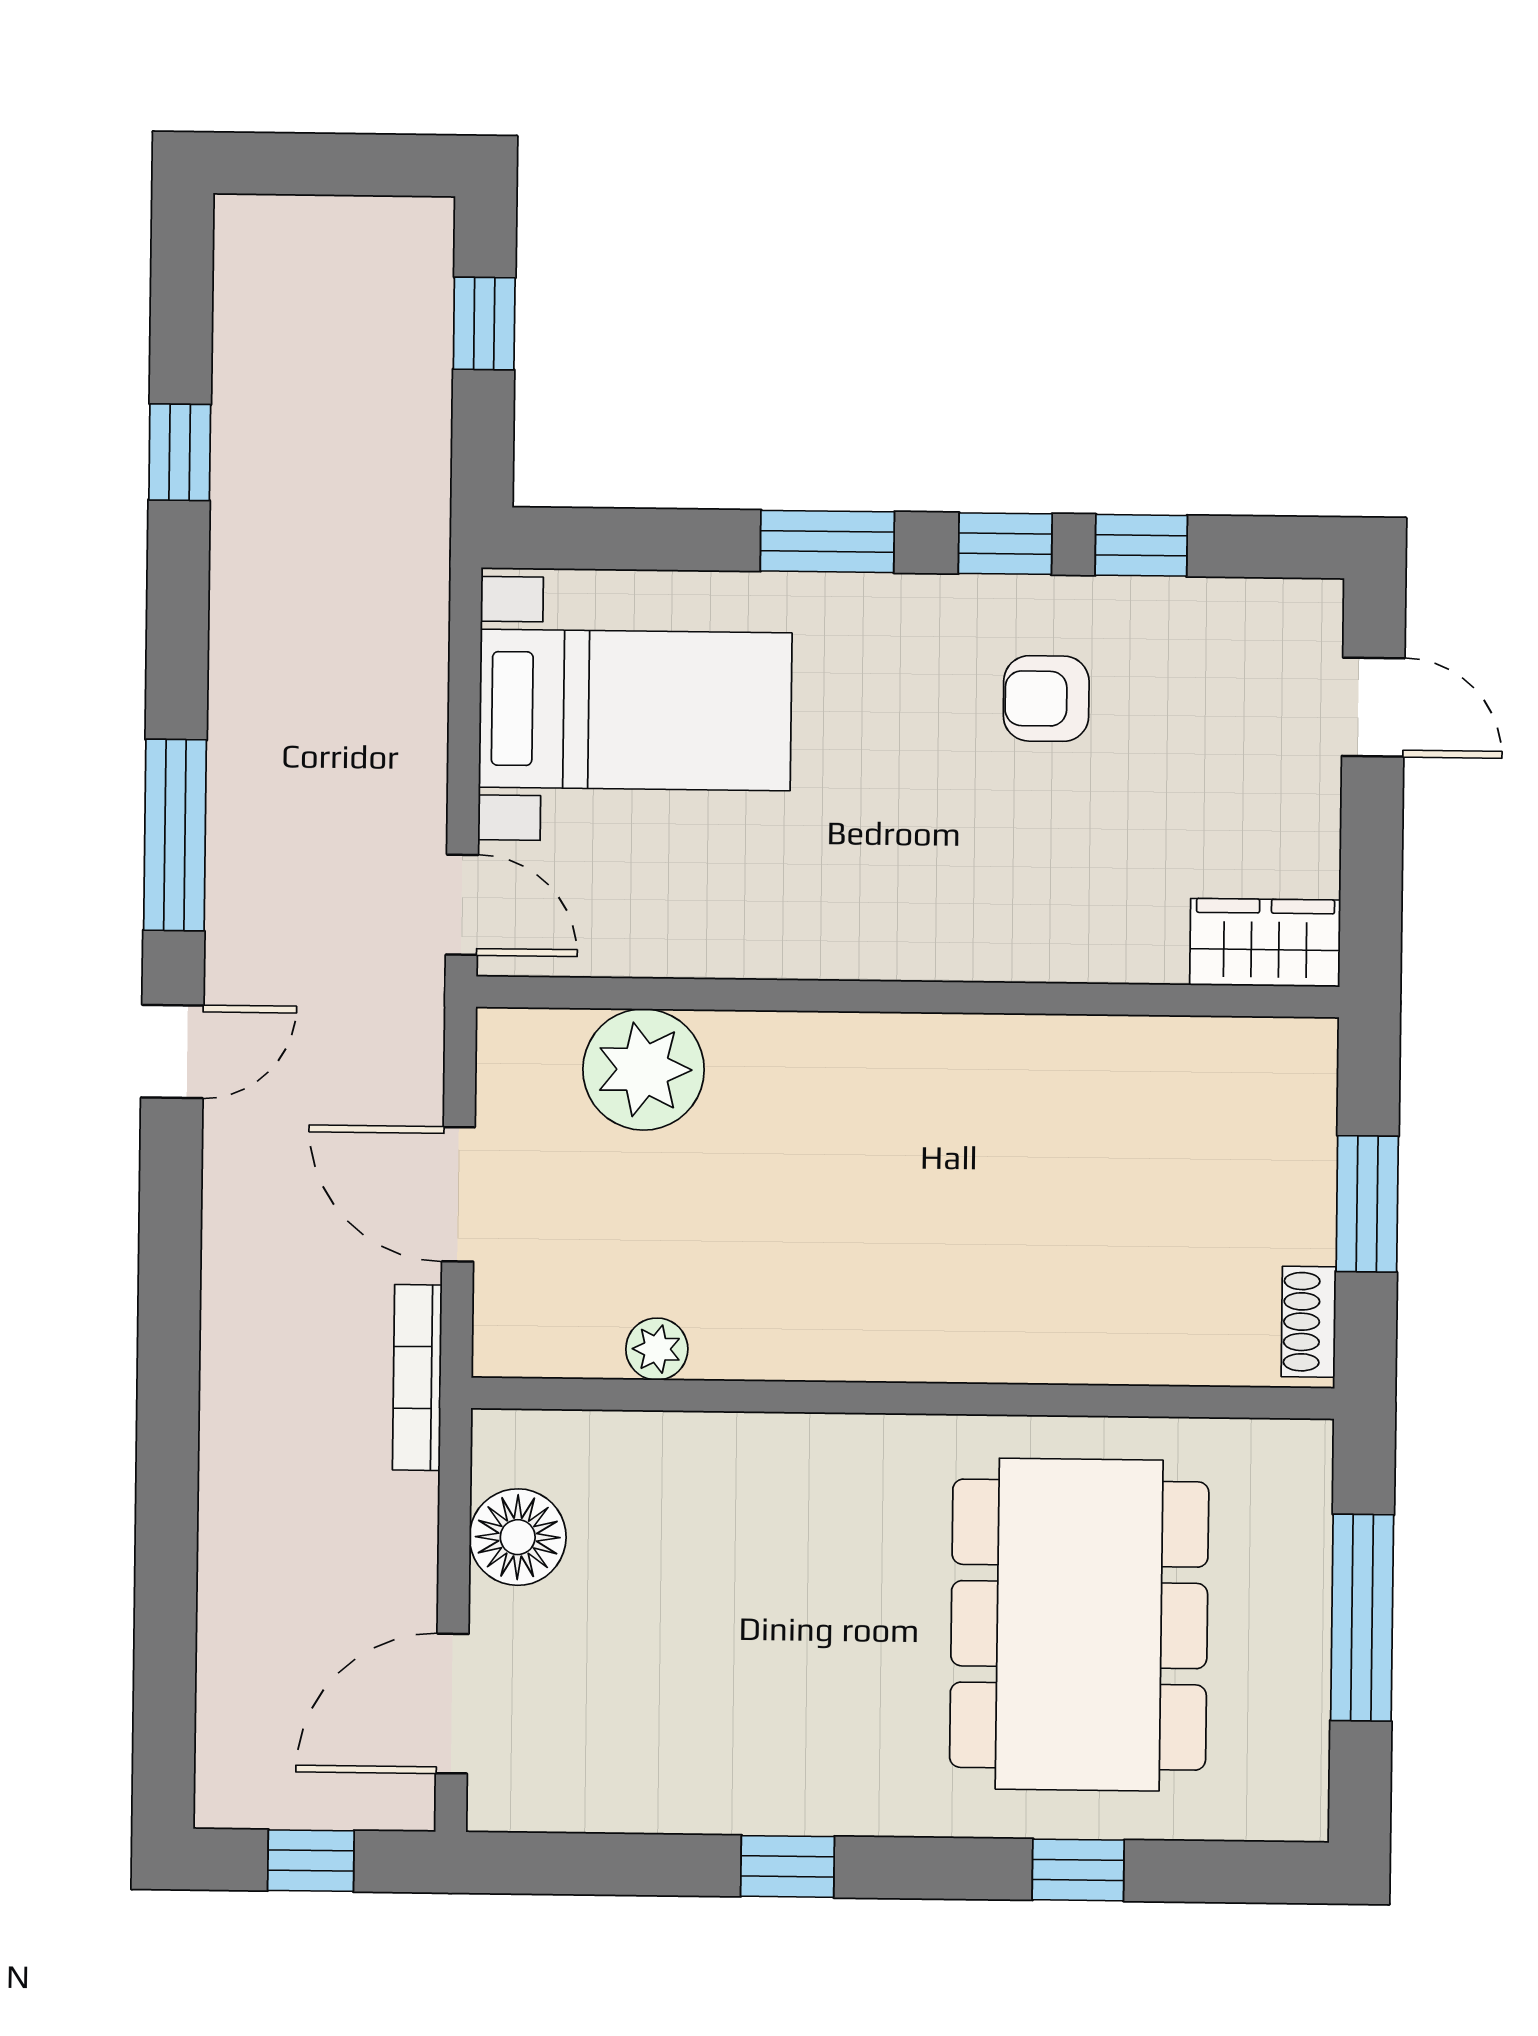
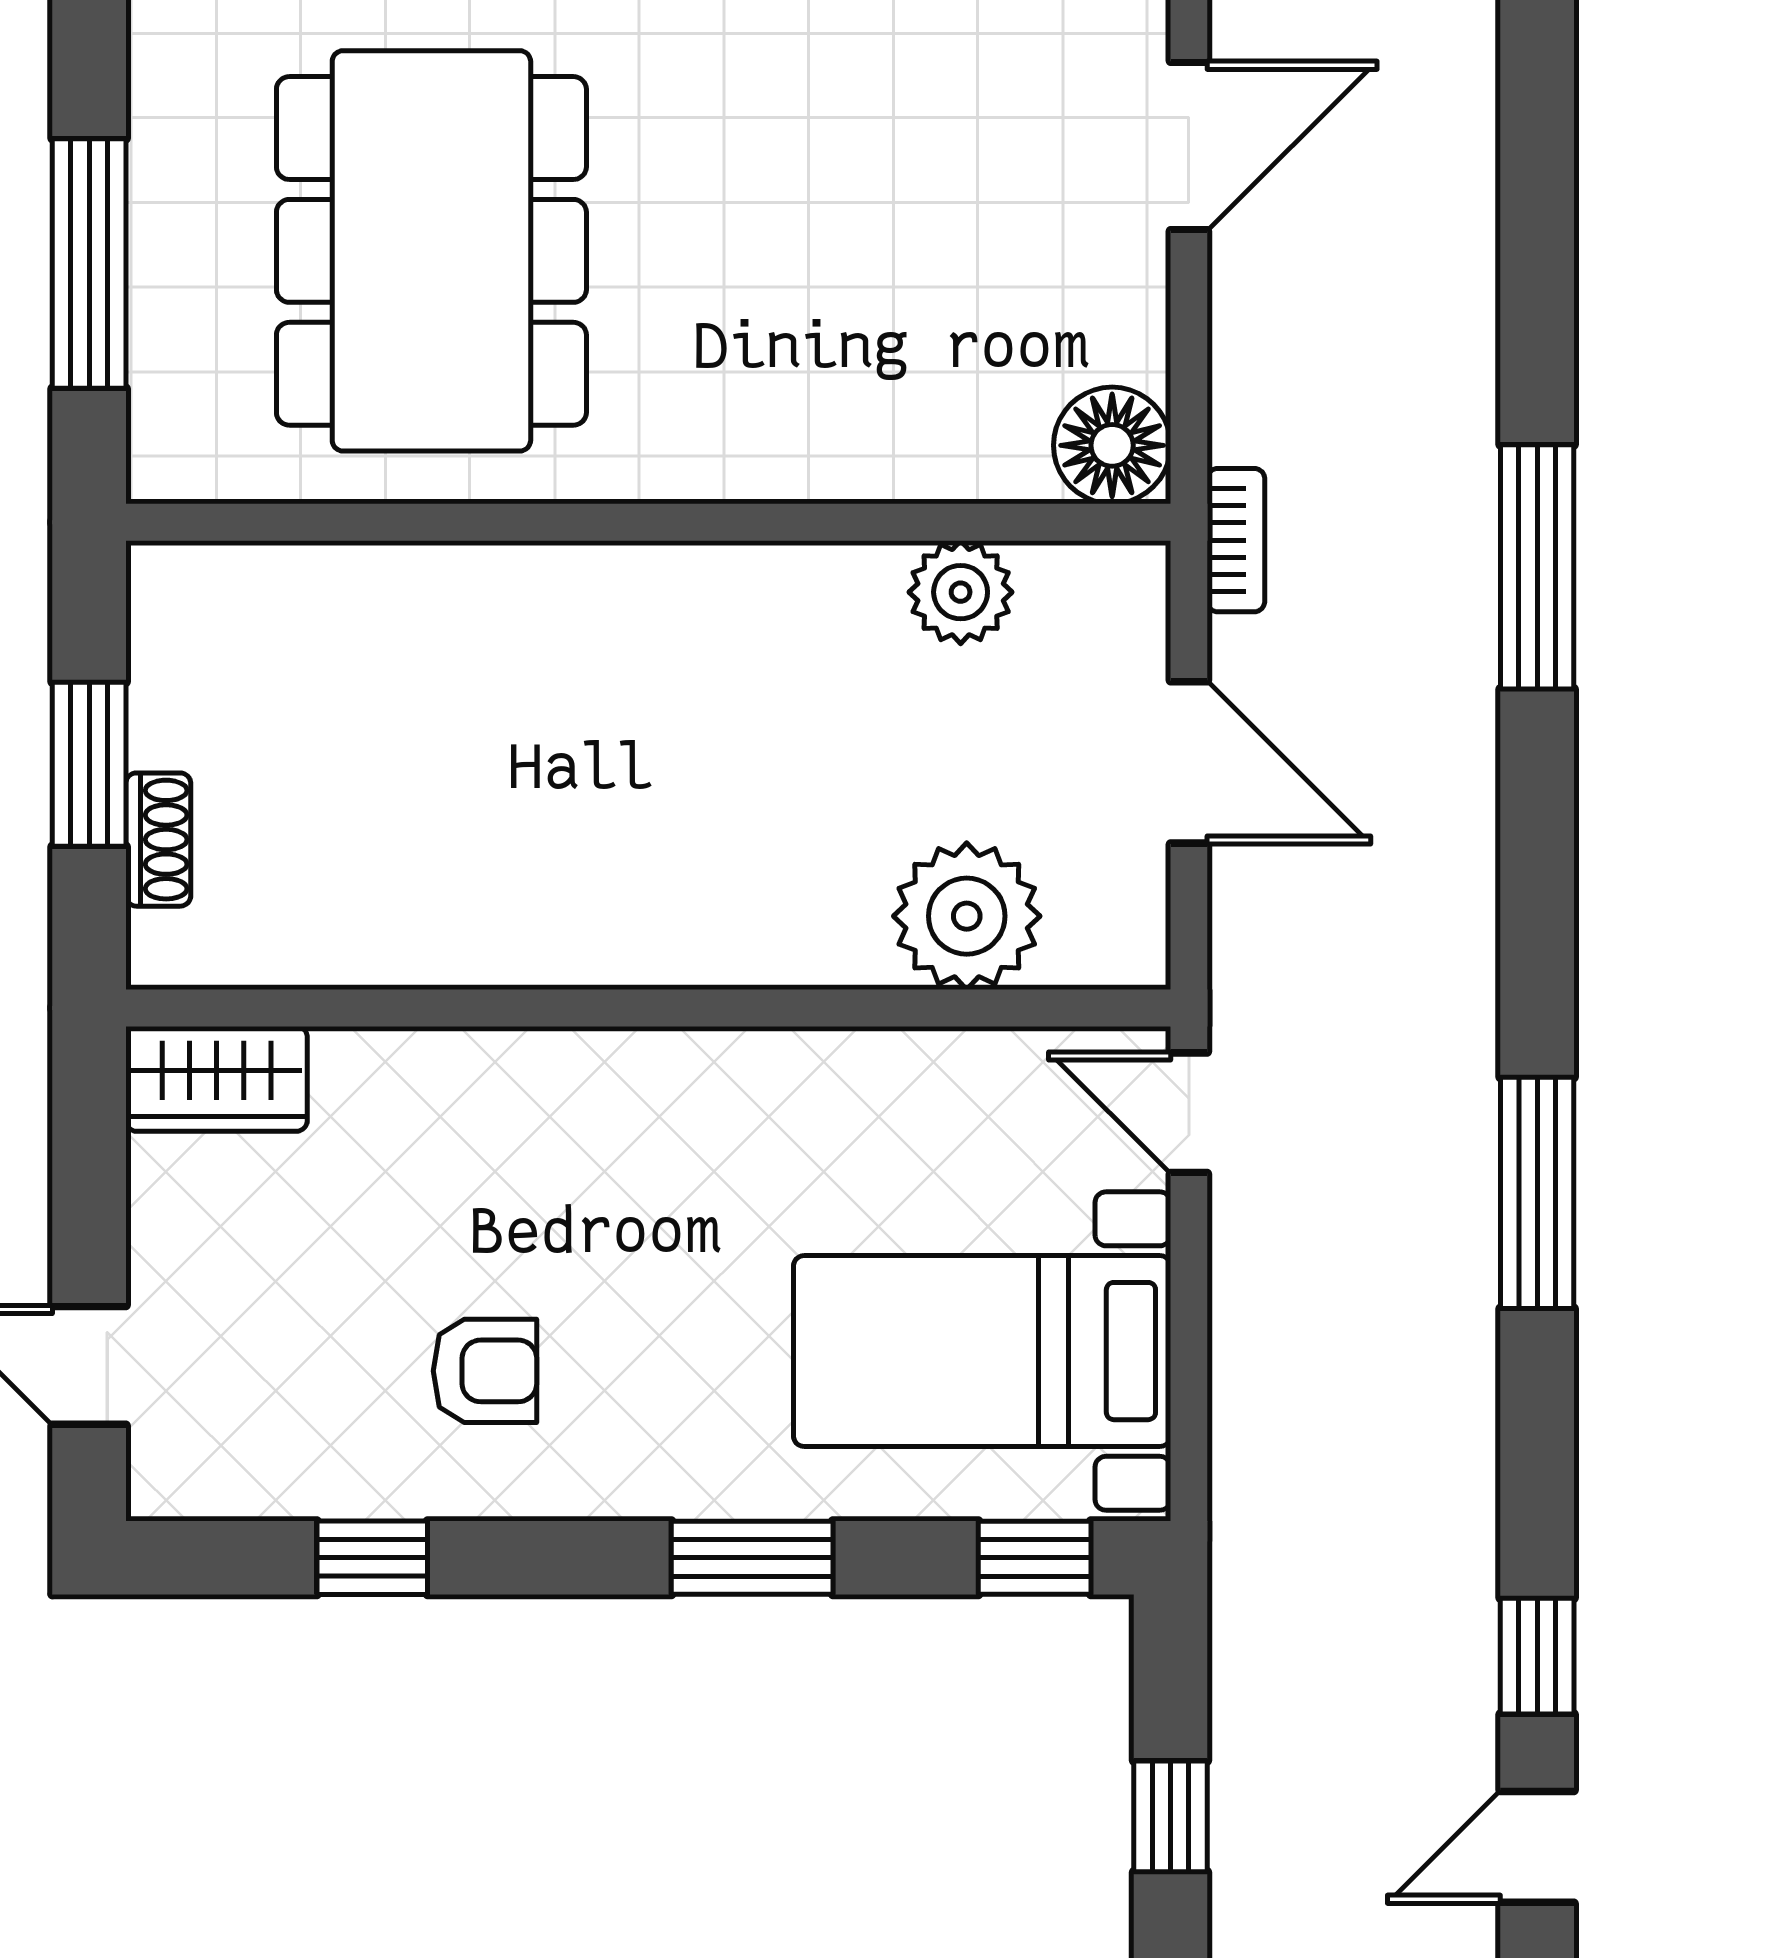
window: (1005, 544) -> (1035, 1558), moved
door: (172, 1051) -> (1537, 1847), moved
shoe rack: (1309, 1322) -> (158, 840), moved
plant: (657, 1349) -> (961, 592), width x1.38, depth x1.38
window: (169, 1352) -> (1537, 567), added
bookcase: (417, 1377) -> (1236, 540), width x0.64
floor lamp: (518, 1537) -> (1112, 445), moved

